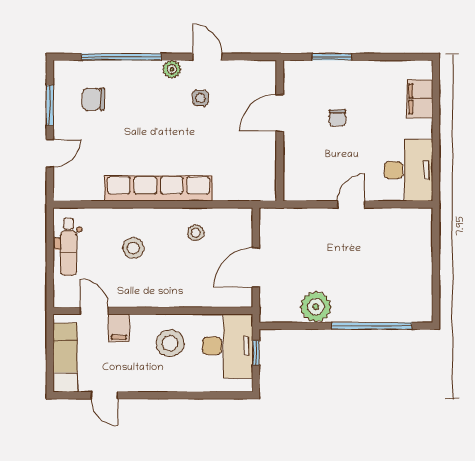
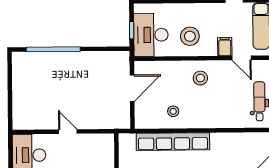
row of seats: (158, 188) -> (173, 142), moved
door: (351, 204) -> (68, 132), swing flipped
stool: (133, 248) -> (200, 78), moved
plant: (316, 307) -> (91, 62), removed

